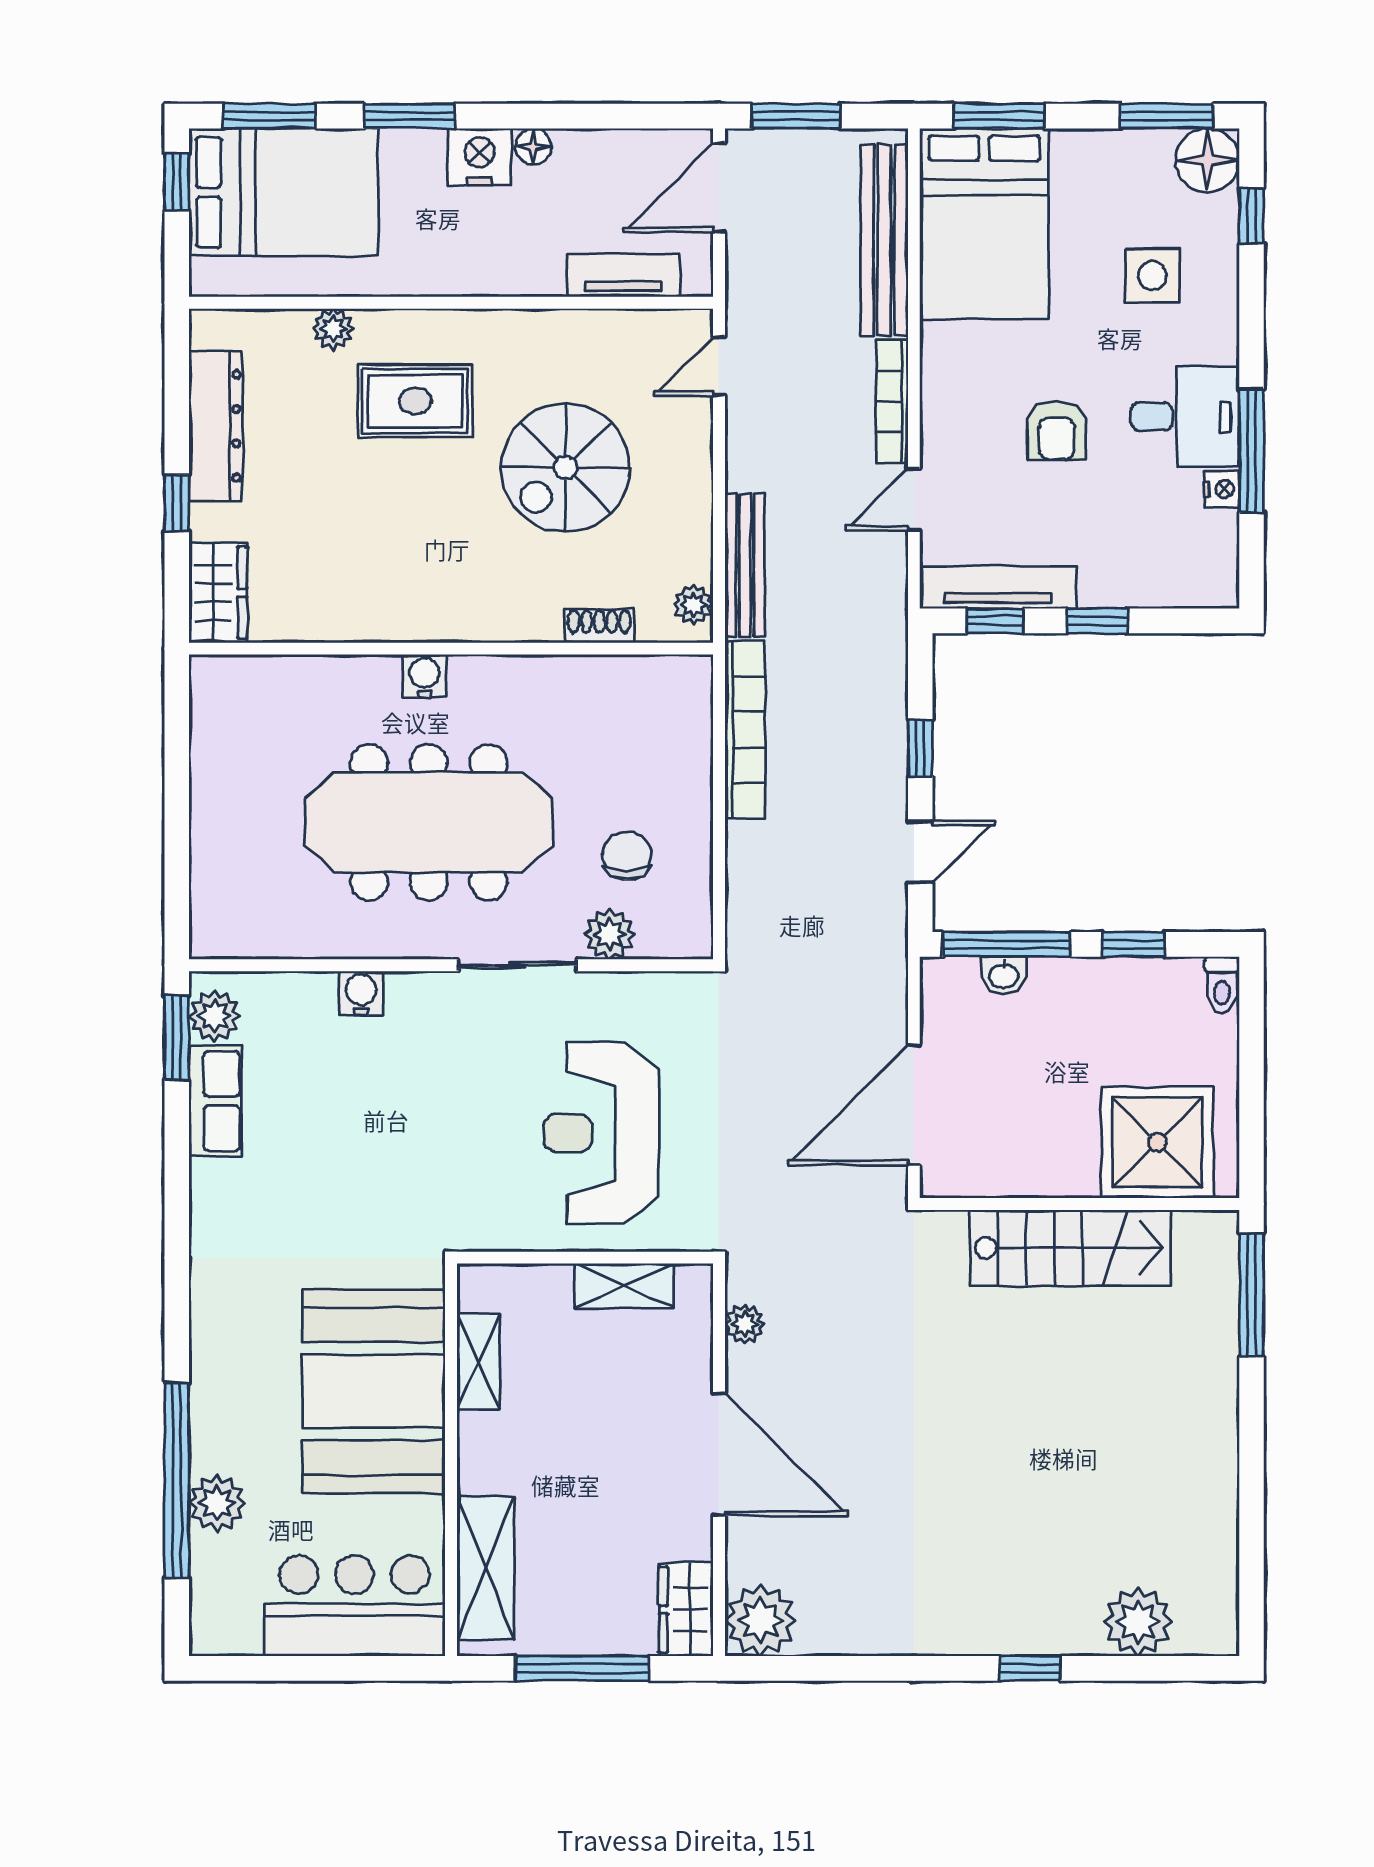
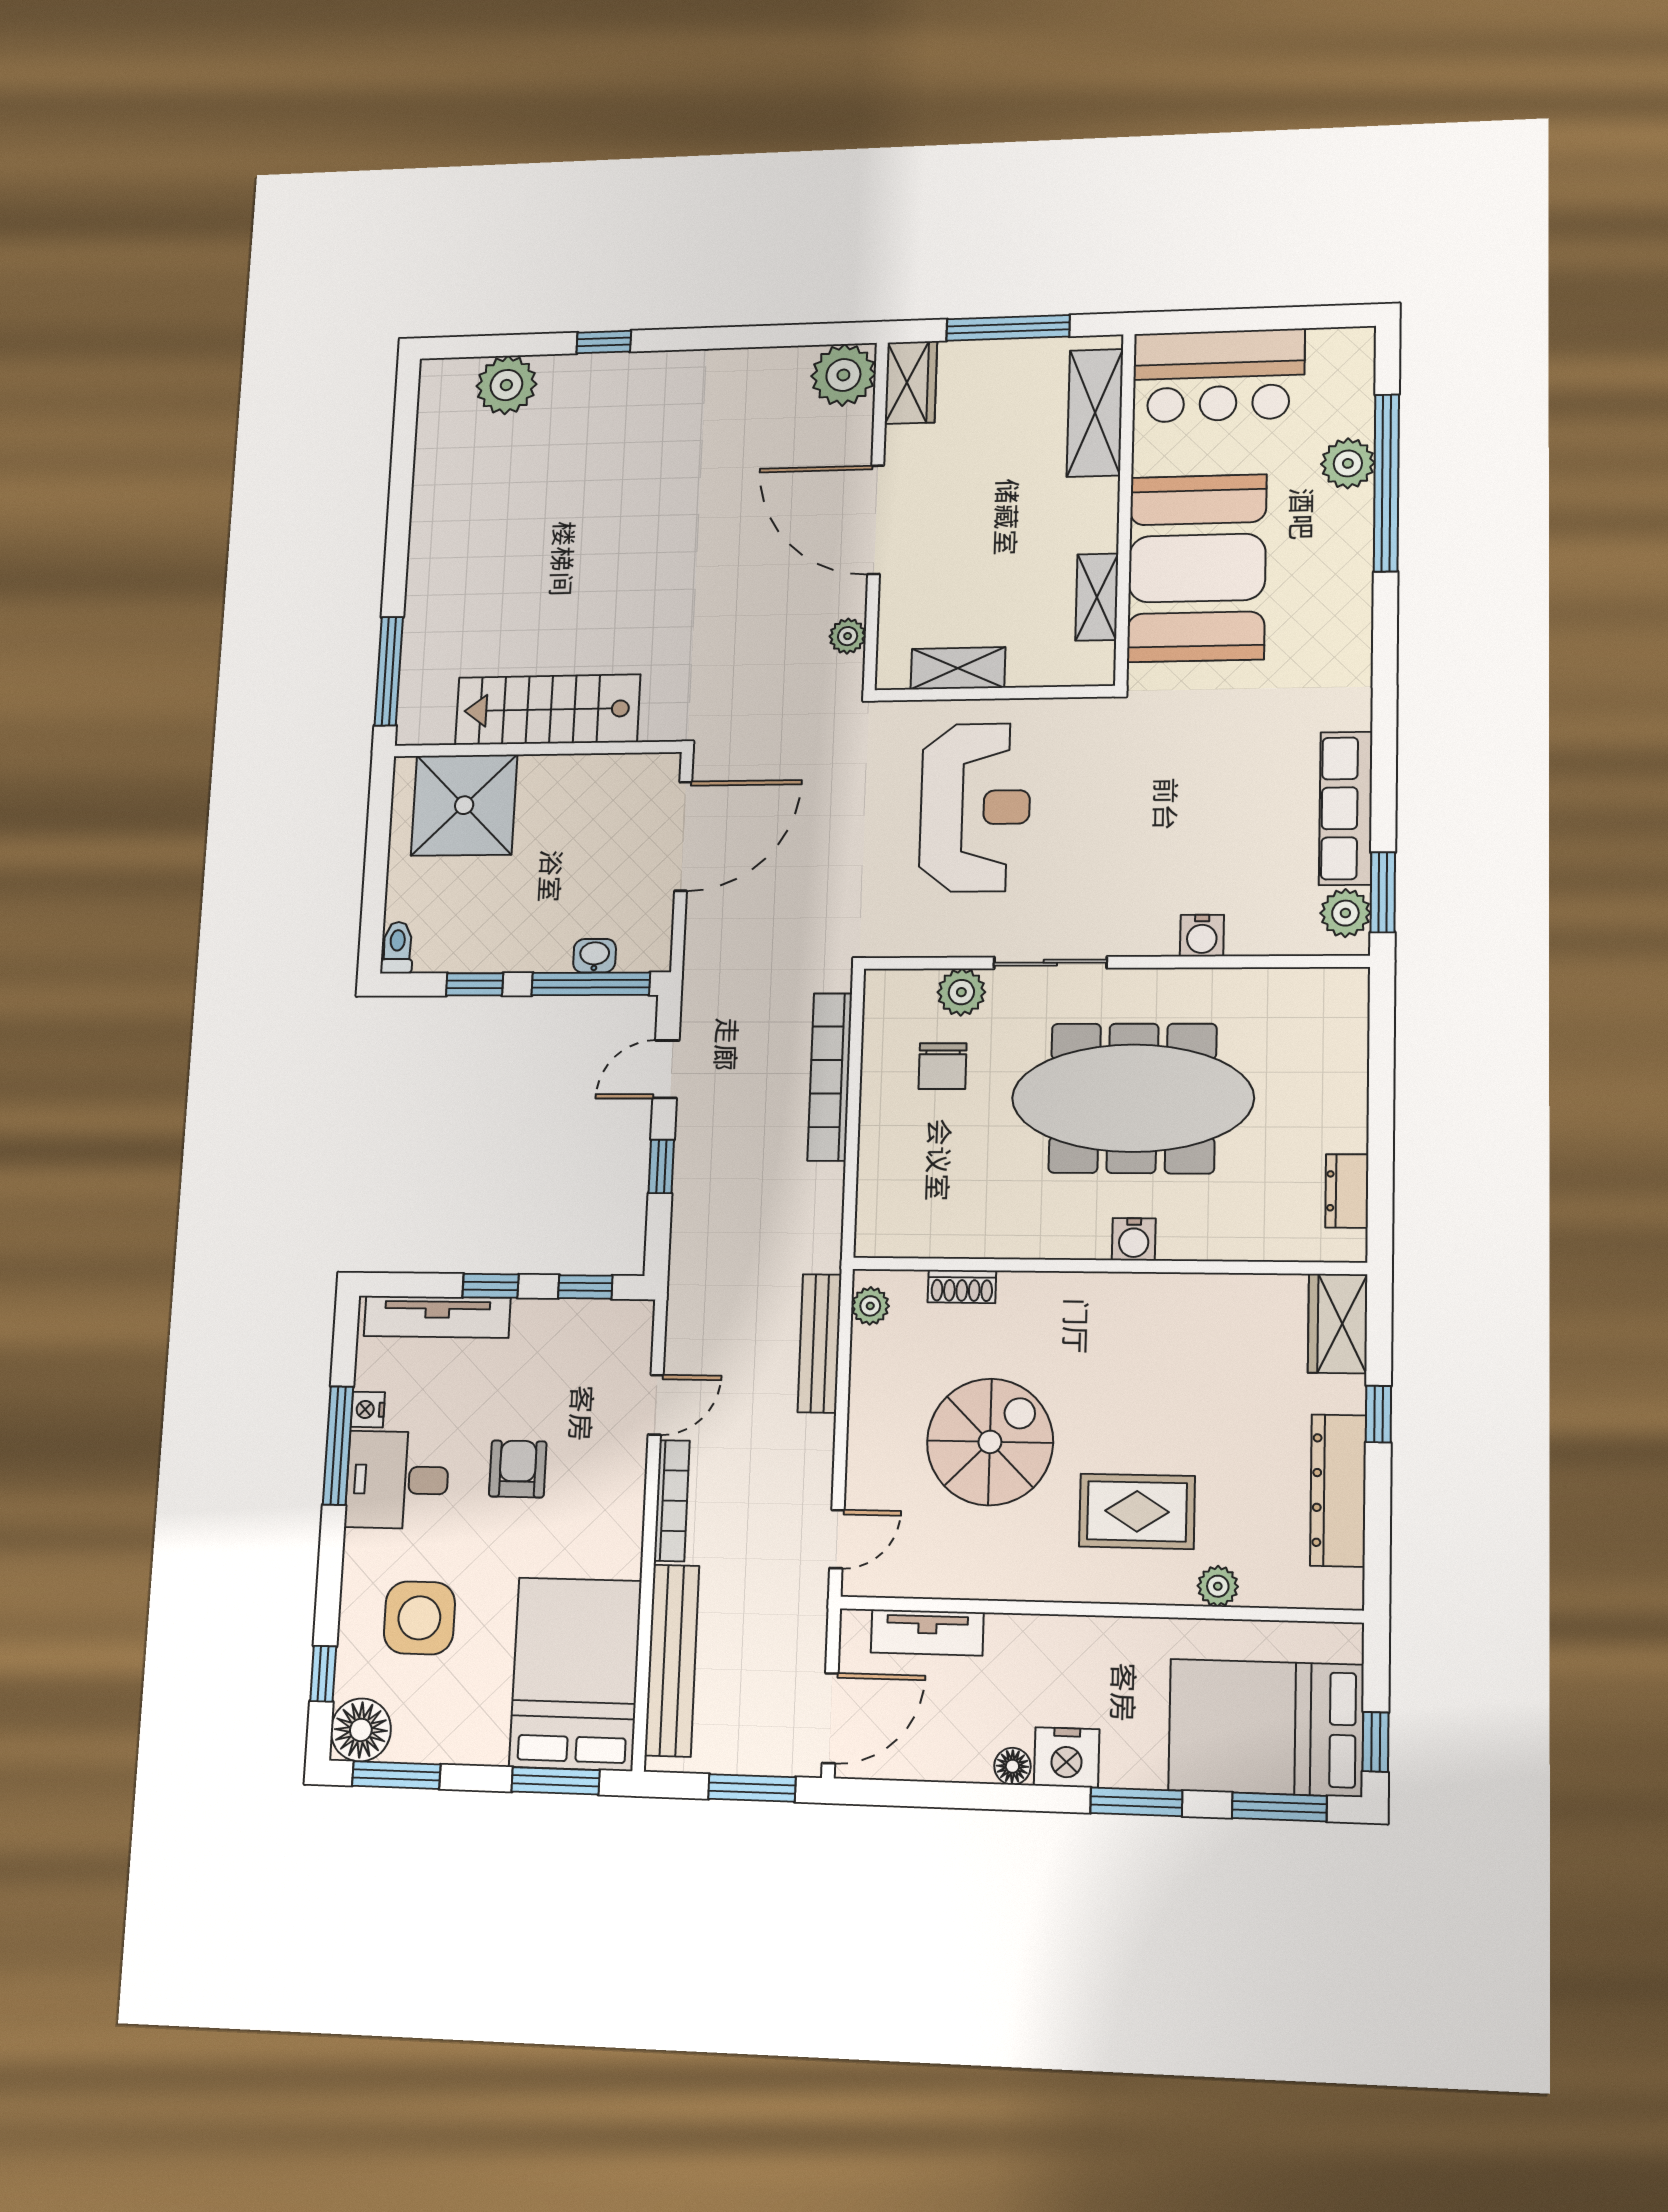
side table: (1152, 275) -> (419, 1618), width x1.37, depth x1.37
tv unit: (998, 587) -> (437, 1317), moved
dresser: (210, 727) -> (1347, 1191), added
bookcase: (745, 730) -> (830, 1077), moved
row of seats: (215, 1101) -> (1346, 808), width x1.48

